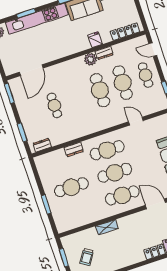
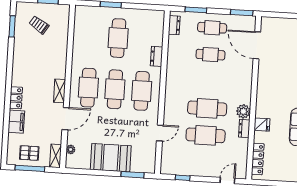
cafe table: (145, 75) -> (212, 28), moved
shelving: (107, 227) -> (60, 91), moved

